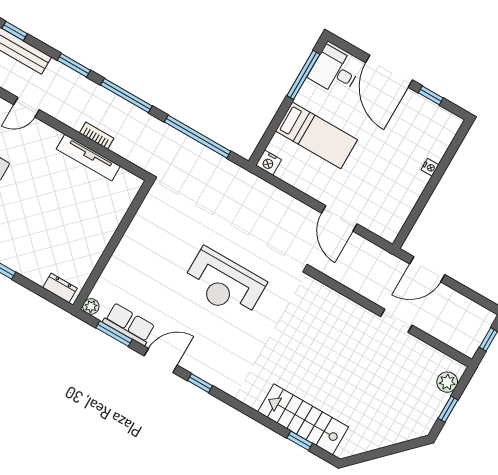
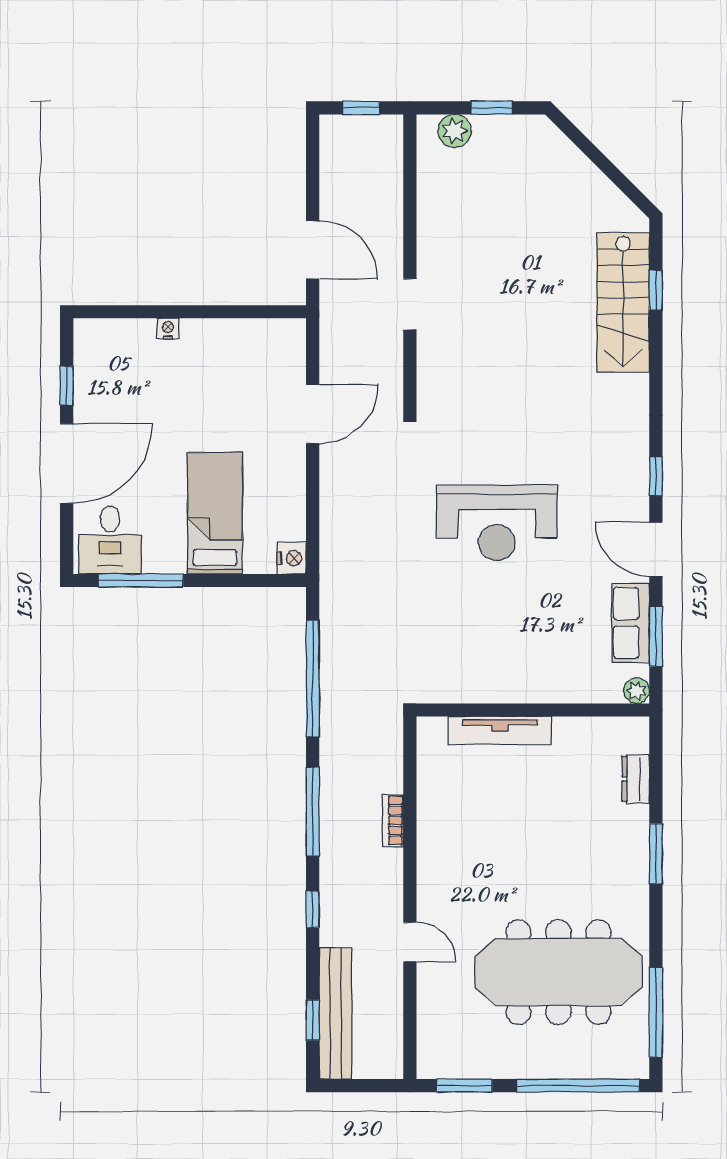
window: (74, 65) -> (313, 909), width x0.67
tv unit: (88, 158) -> (500, 731), moved, turned 90
reception desk: (224, 283) -> (497, 523), turned 90
dresser: (60, 288) -> (636, 779), moved
doorway: (396, 321) -> (410, 304), moved

